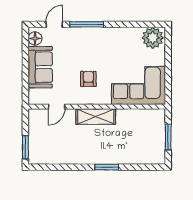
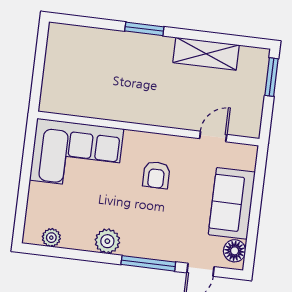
plant: (113, 35) -> (107, 241), added
plant: (153, 38) -> (51, 238), width x0.53, depth x0.53
shelving: (96, 117) -> (206, 54), moved
window: (168, 137) -> (39, 65), removed

